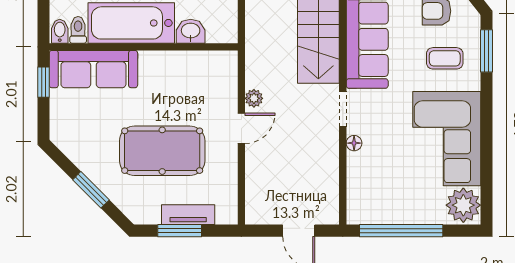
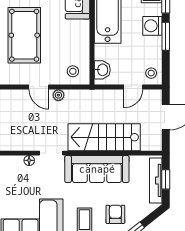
washbasin: (191, 31) -> (102, 70), moved
stool: (217, 76) -> (73, 71), added

